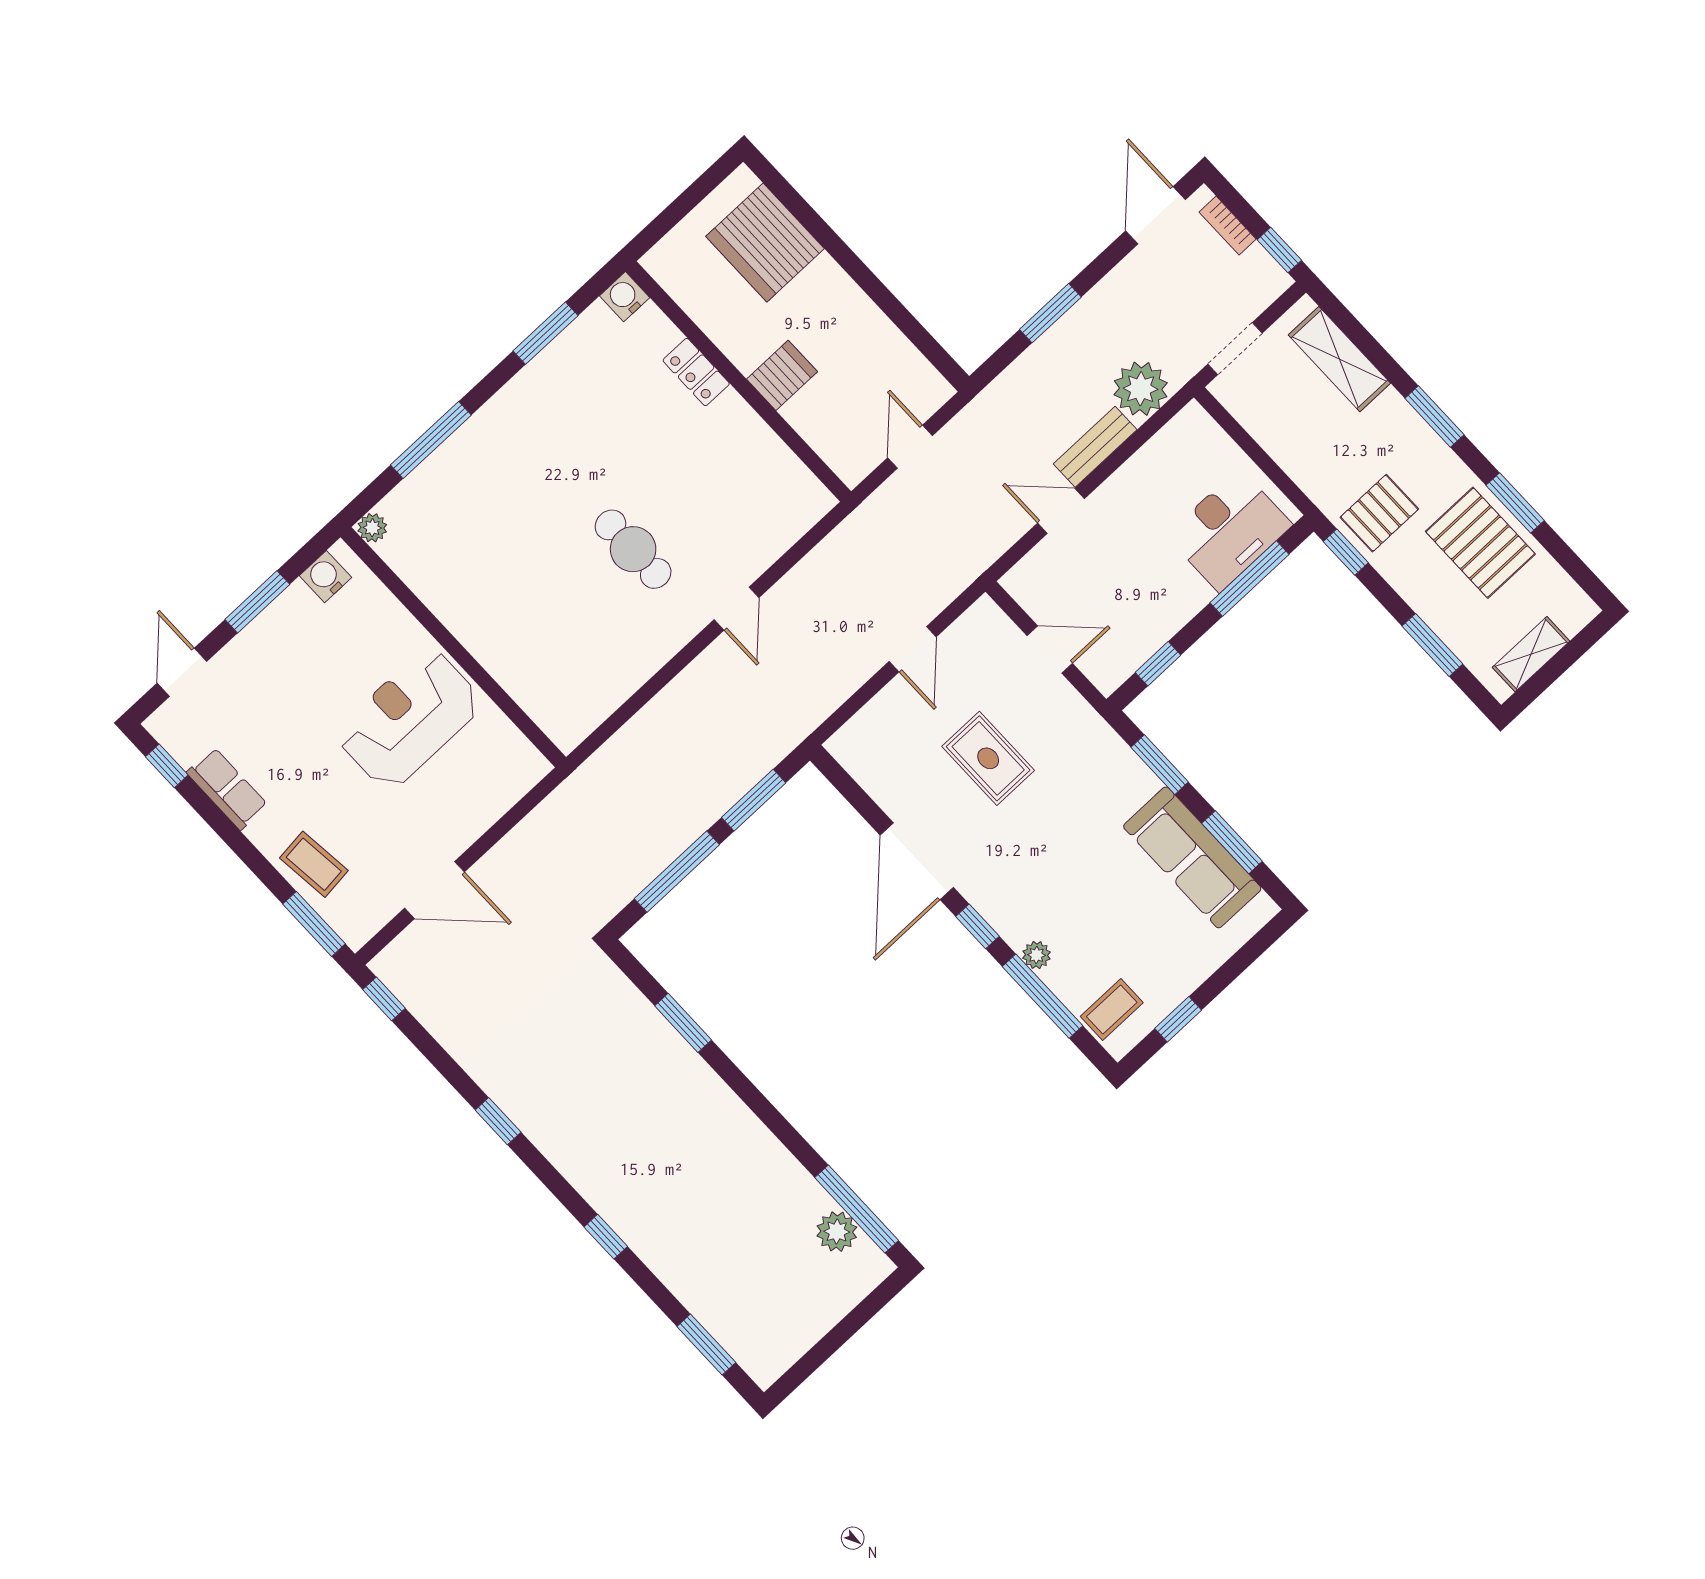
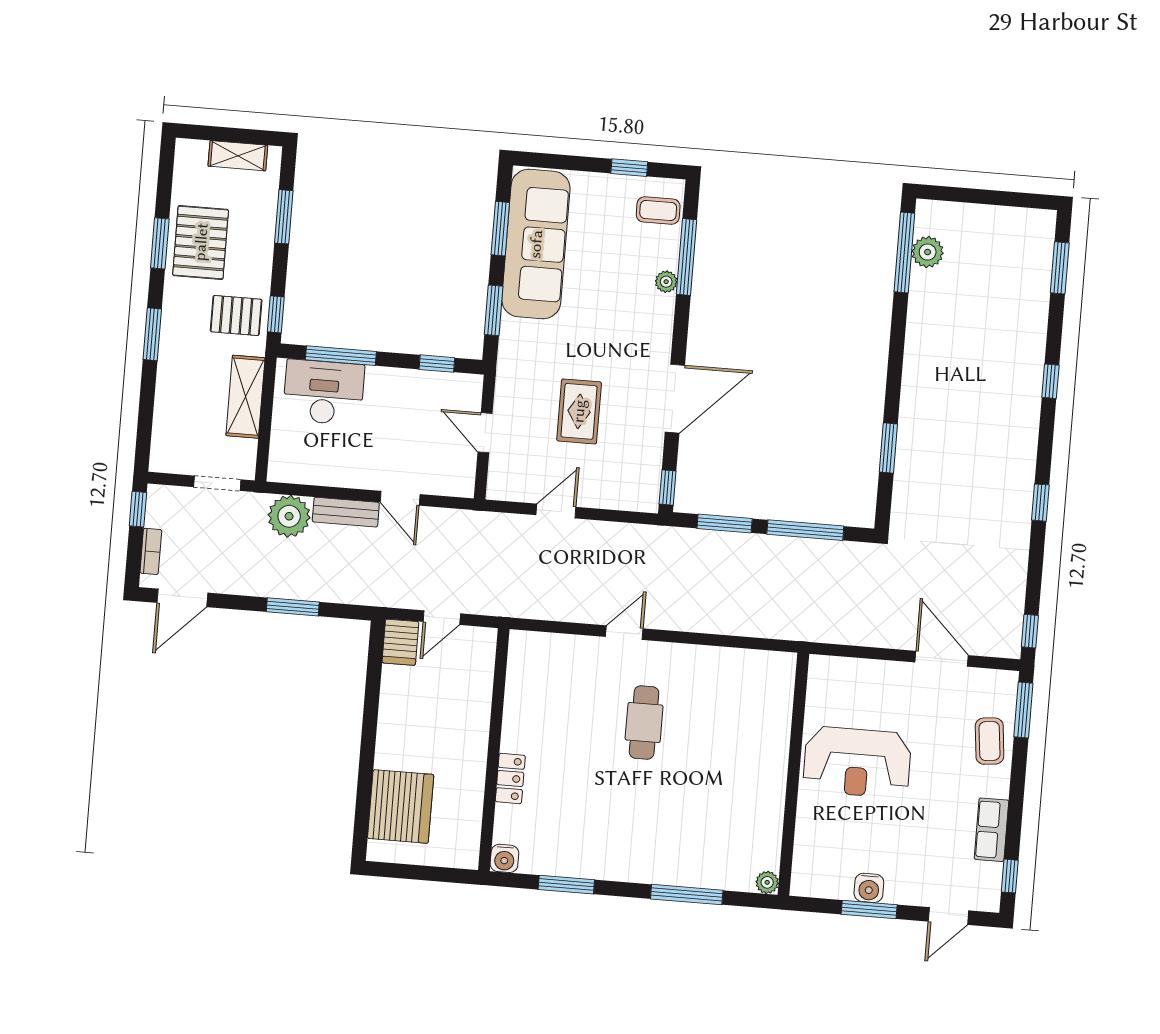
shelving: (1339, 359) -> (245, 397), moved
server rack: (782, 375) -> (400, 642), moved, turned -90
water cooler: (325, 577) -> (869, 888), moved
sofa: (1192, 857) -> (536, 244), width x1.36, depth x1.27
window: (977, 926) -> (668, 487), moved

